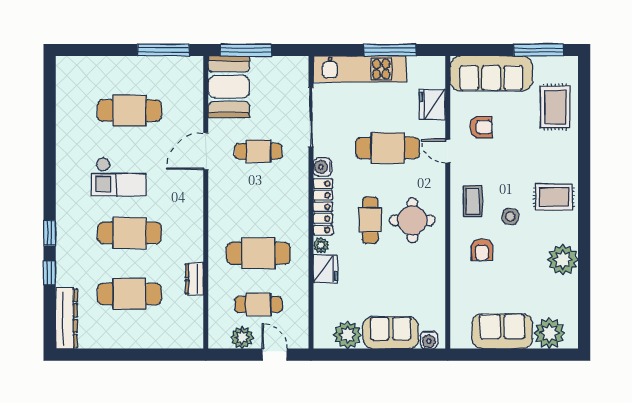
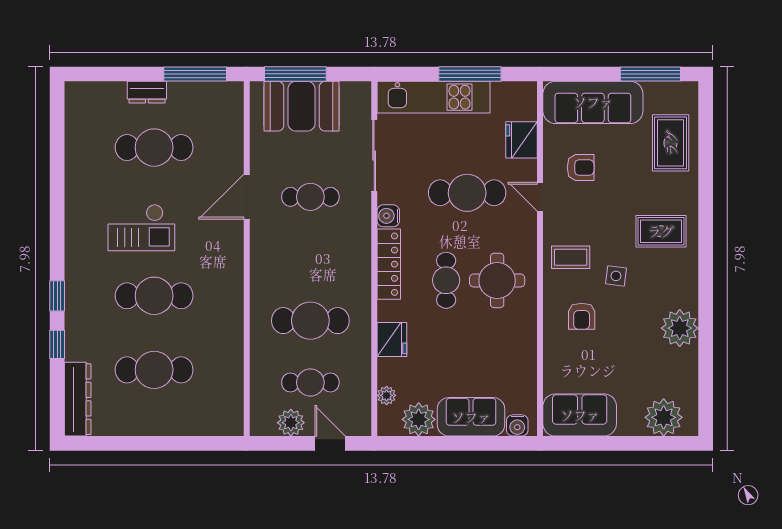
booth: (229, 87) -> (302, 106), moved, turned 90
rug: (554, 197) -> (661, 231), moved
coffee table: (473, 201) -> (571, 257), turned 90
plant: (321, 245) -> (387, 395), moved
dresser: (194, 279) -> (147, 92), moved, turned -90
sofa: (502, 331) -> (580, 415), moved

